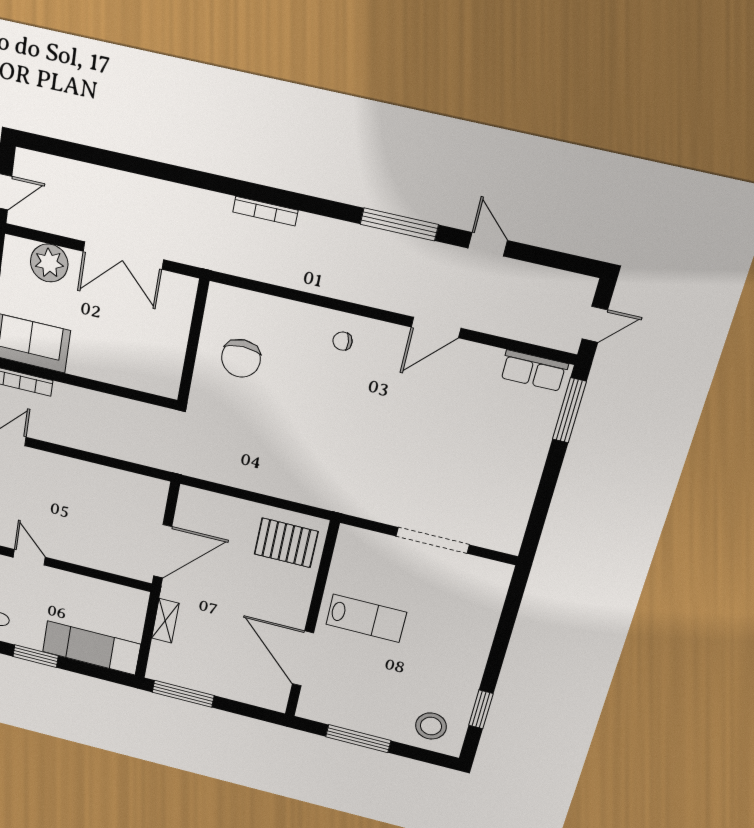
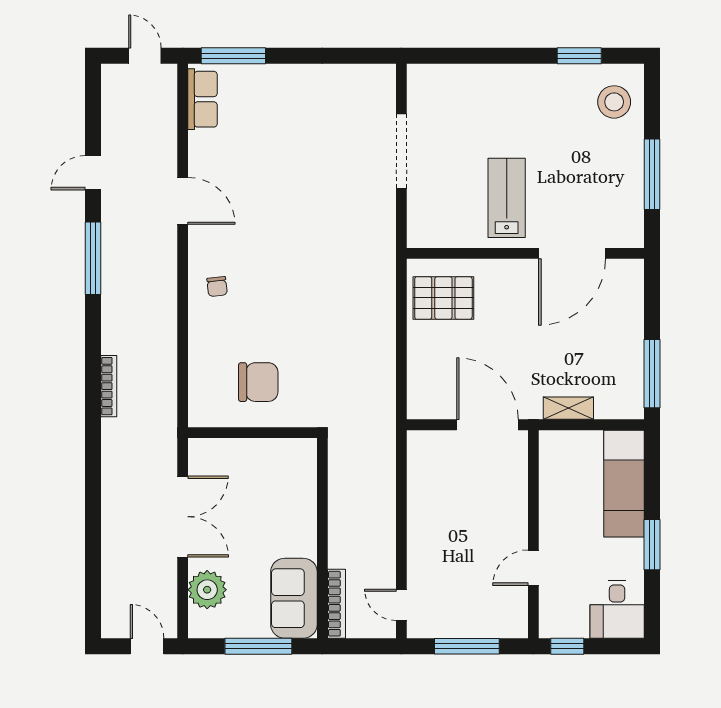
pallet: (286, 543) -> (443, 298), turned 90

